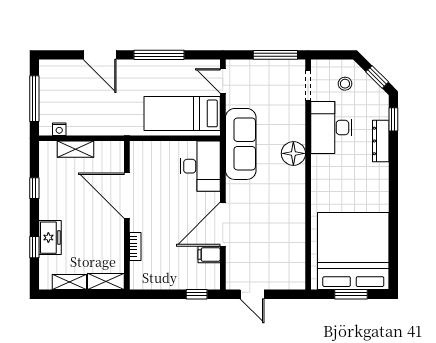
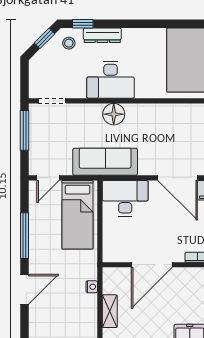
stool: (345, 84) -> (69, 43), moved
desk: (331, 127) -> (111, 80), moved
nightstand: (59, 129) -> (92, 287), moved

